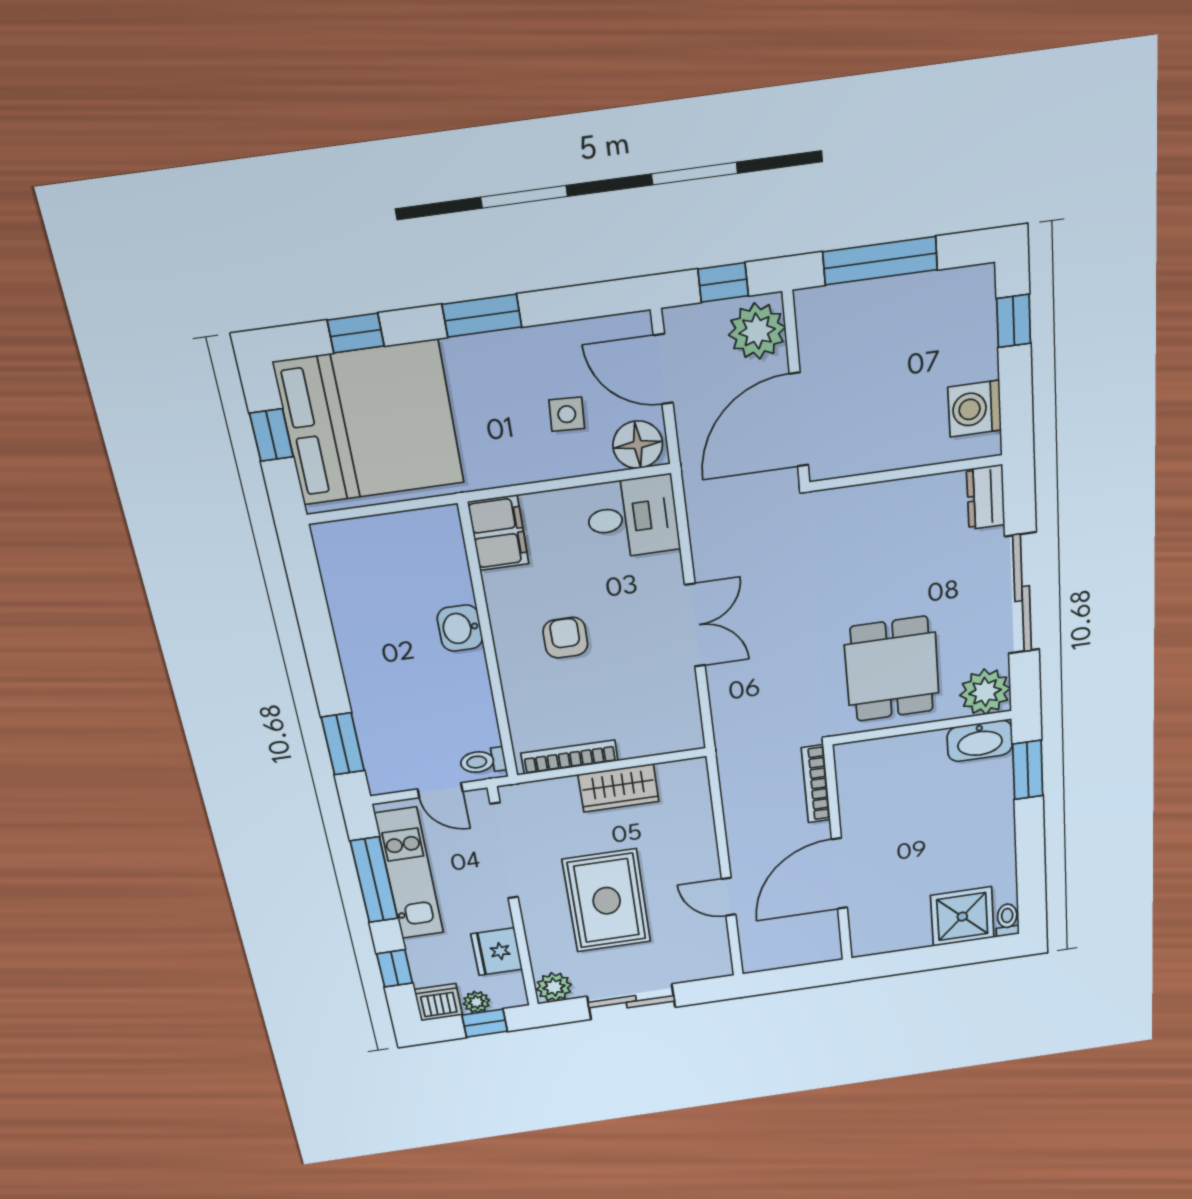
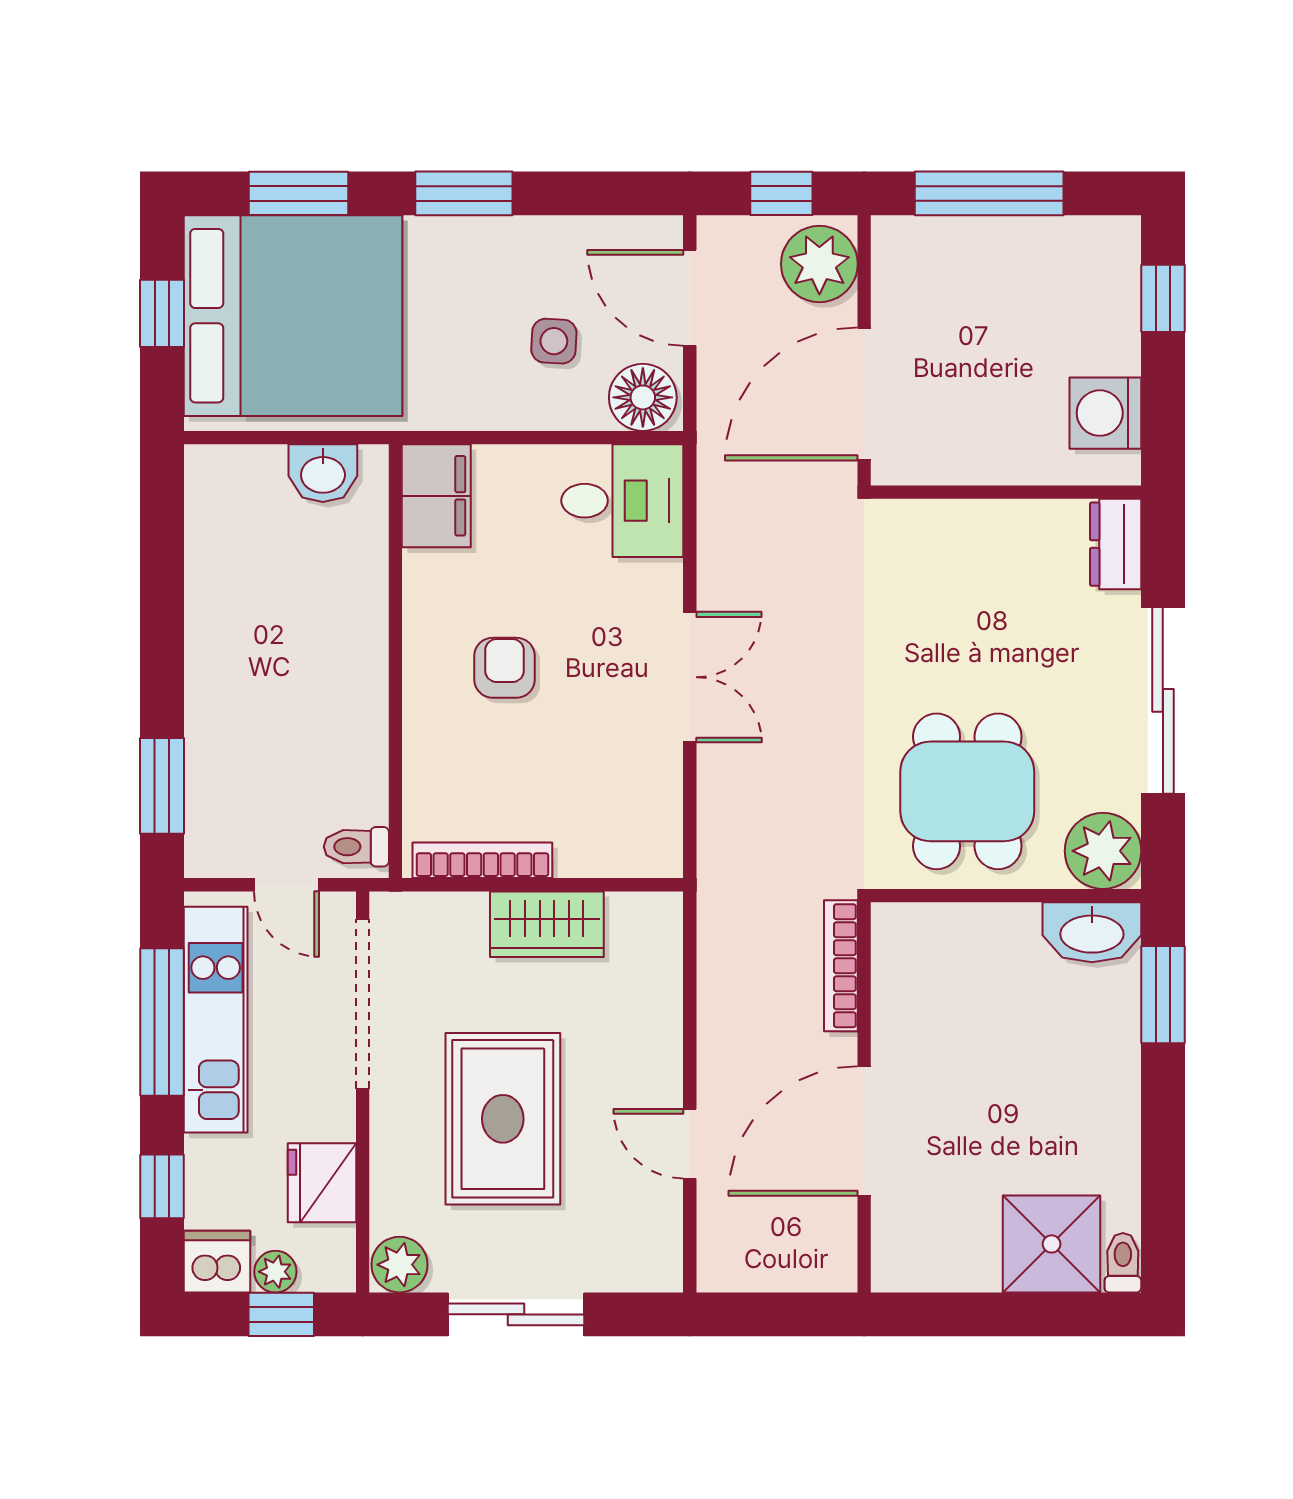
window: (356, 333) -> (298, 193), width x1.50
washbasin: (460, 628) -> (323, 473), moved, turned -90

